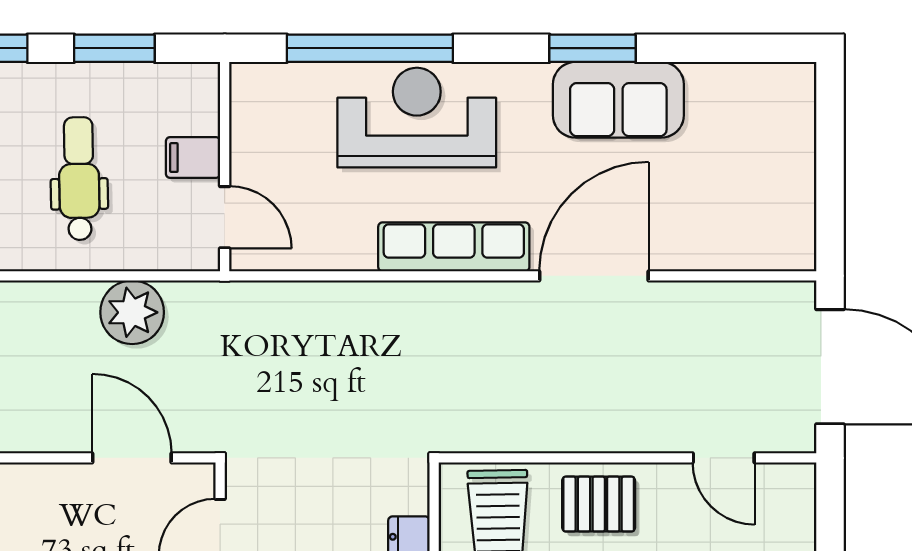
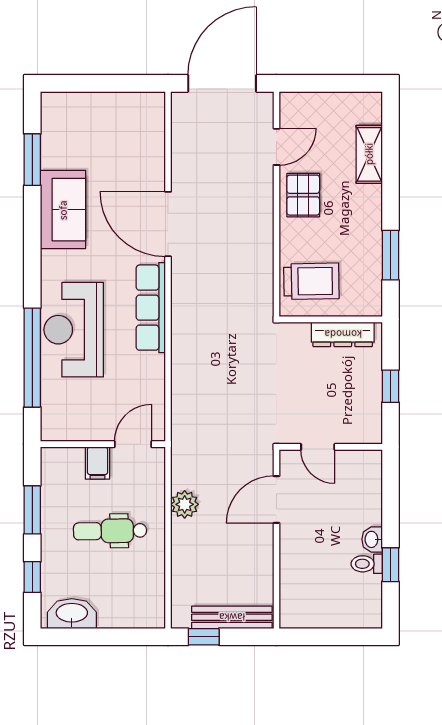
window: (592, 48) -> (32, 160), moved
plant: (132, 312) -> (185, 504), width x0.73, depth x0.73
pallet: (599, 504) -> (303, 195), moved

